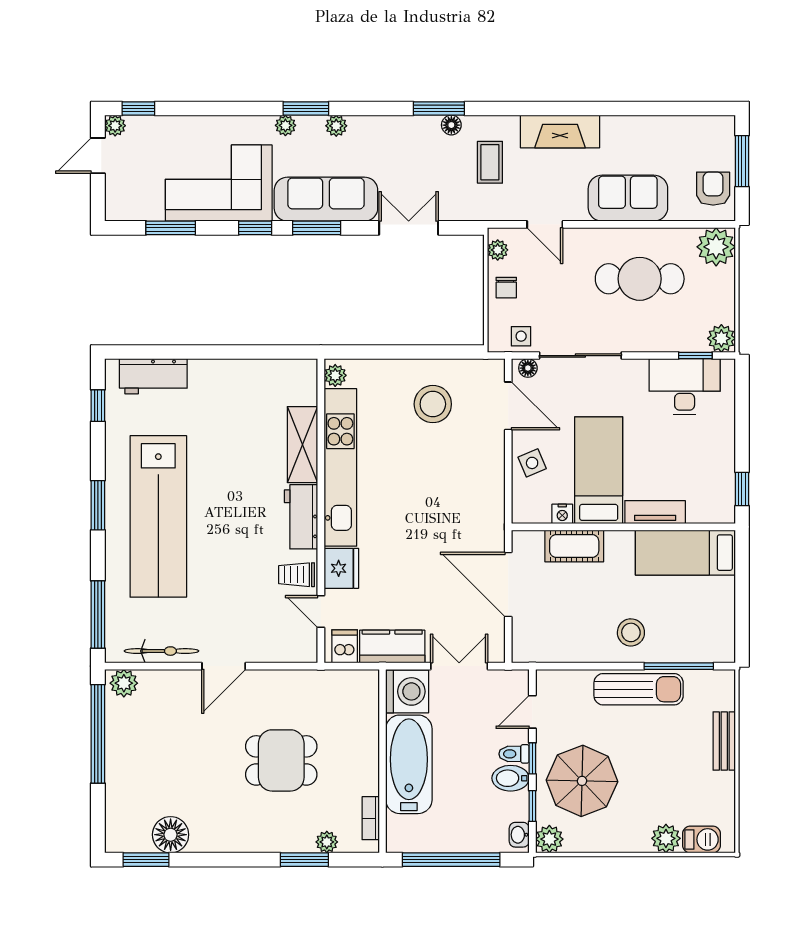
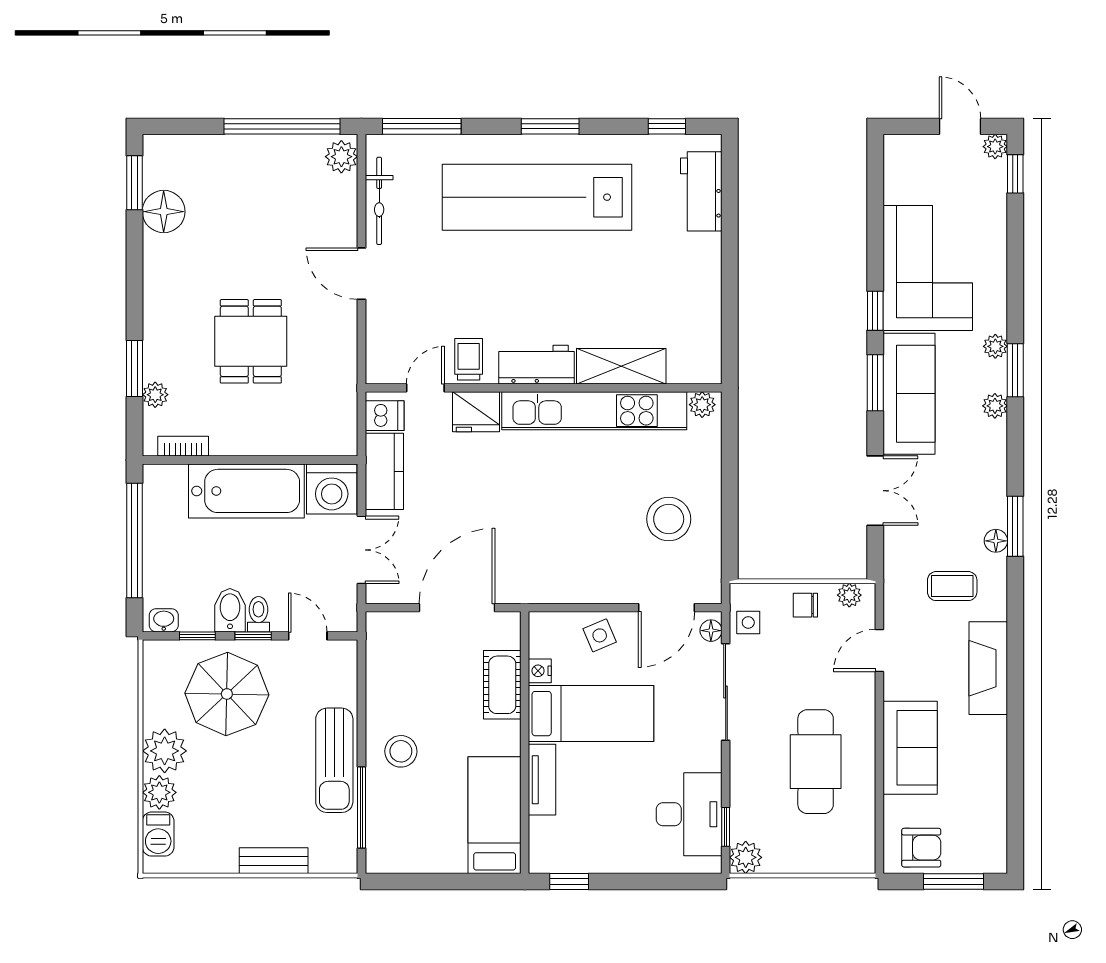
window: (171, 228) -> (875, 212), removed
plant: (716, 247) -> (853, 851), removed
plant: (549, 839) -> (165, 751), moved, width x1.36, depth x1.36

